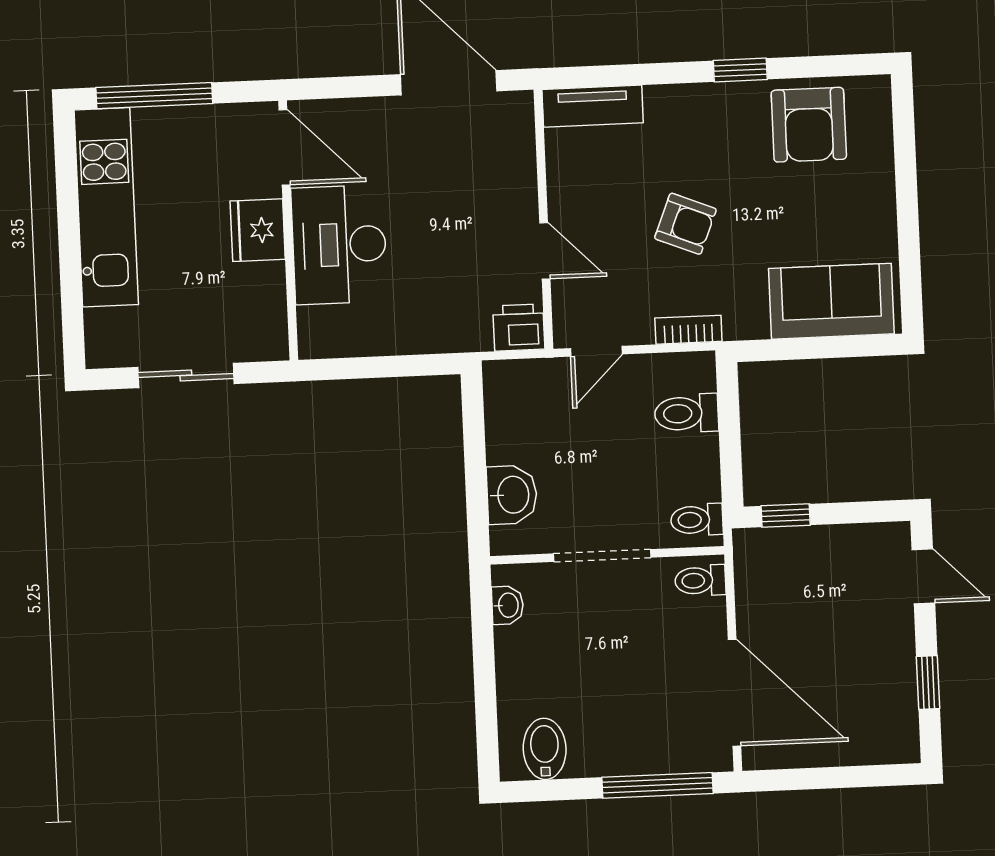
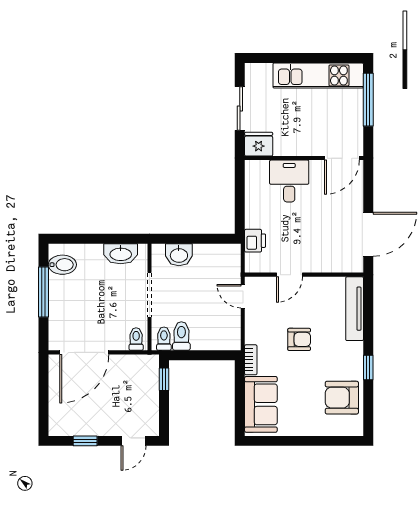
tv unit: (593, 106) -> (355, 309), width x1.41
armchair: (685, 224) -> (299, 339), turned -112
fridge: (258, 230) -> (259, 144), moved
desk: (339, 245) -> (289, 181), width x0.73
printer: (519, 328) -> (255, 241), moved
bookcase: (688, 330) -> (251, 360), moved
toilet: (687, 413) -> (181, 336), moved
washbasin: (508, 605) -> (121, 254), width x1.91, depth x1.45
window: (657, 785) -> (44, 292), moved

